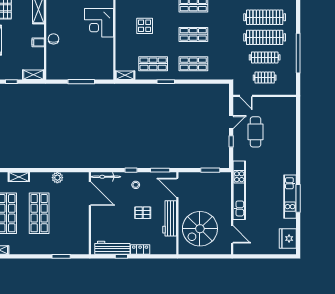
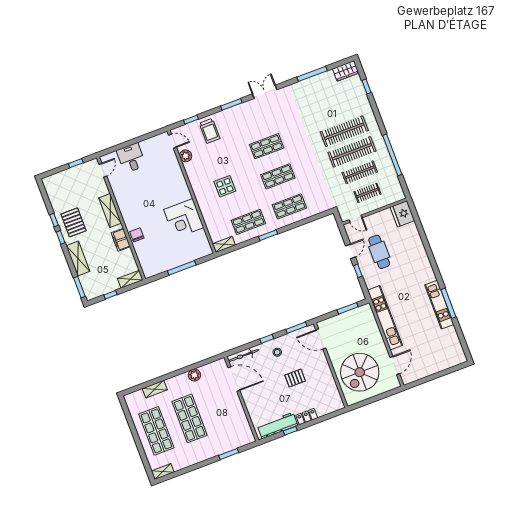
corner desk: (99, 23) -> (184, 218), moved
filing cabinet: (38, 42) -> (121, 240), width x2.00
workbench: (170, 218) -> (325, 373), removed
door: (232, 234) -> (395, 366), hinge flipped
fridge: (288, 239) -> (402, 214), moved

